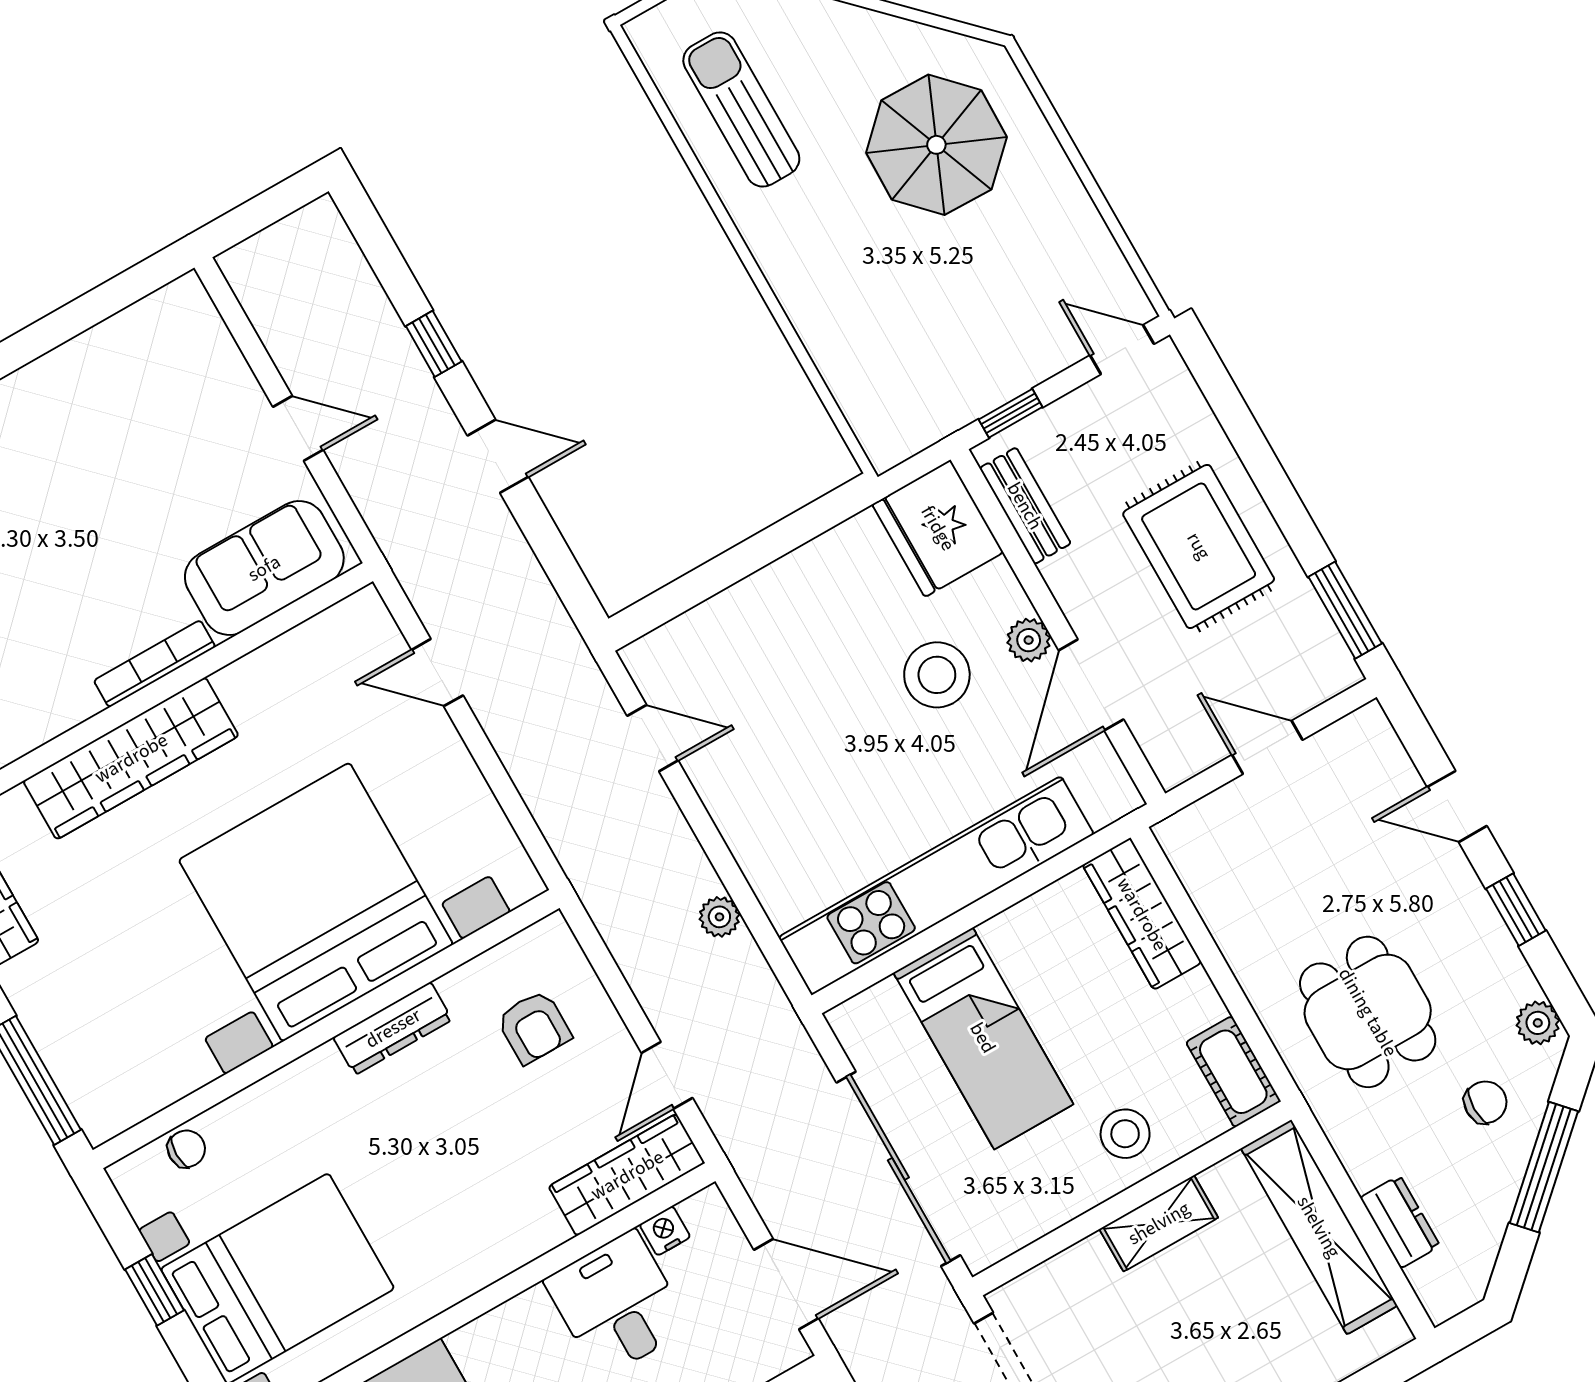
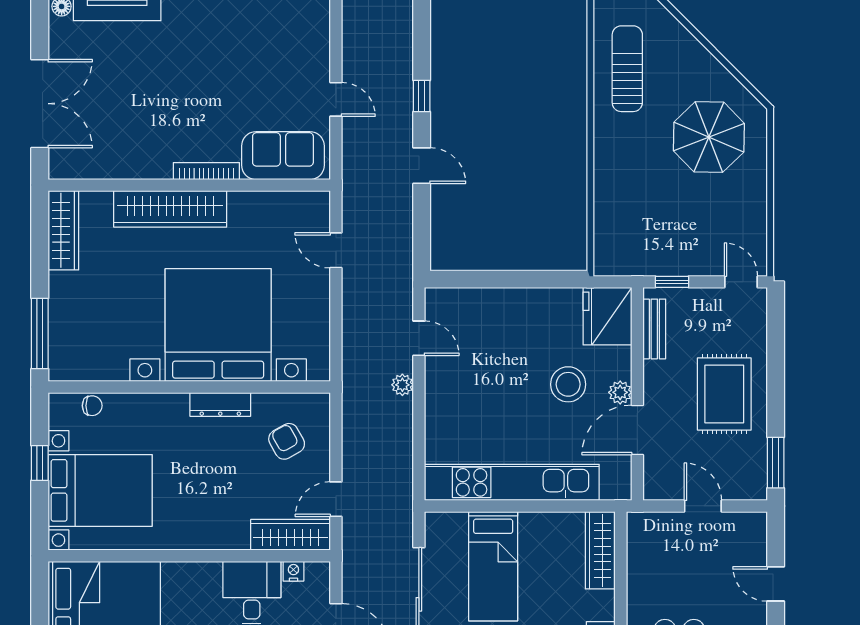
plant: (719, 917) -> (402, 385), moved
armchair: (534, 1027) -> (287, 441), turned 151

